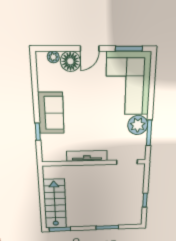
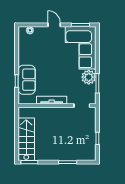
door: (90, 48) -> (54, 25), swing flipped
floor lamp: (70, 61) -> (41, 33), removed
sofa: (51, 113) -> (27, 80), moved

